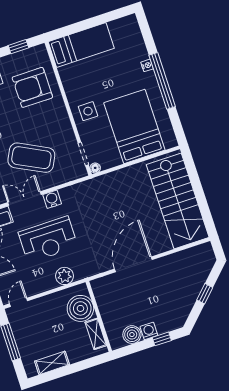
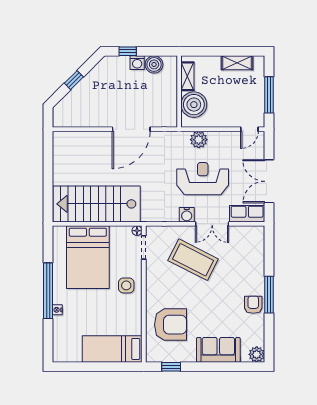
stairs: (178, 201) -> (97, 204), moved, turned -90

